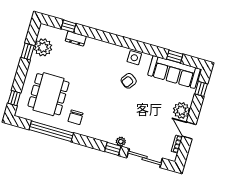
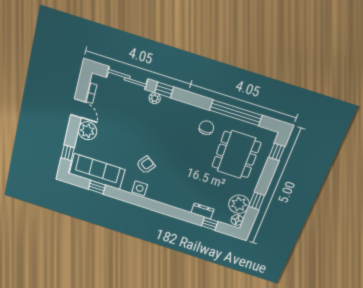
floor lamp: (44, 32) -> (237, 220), added

